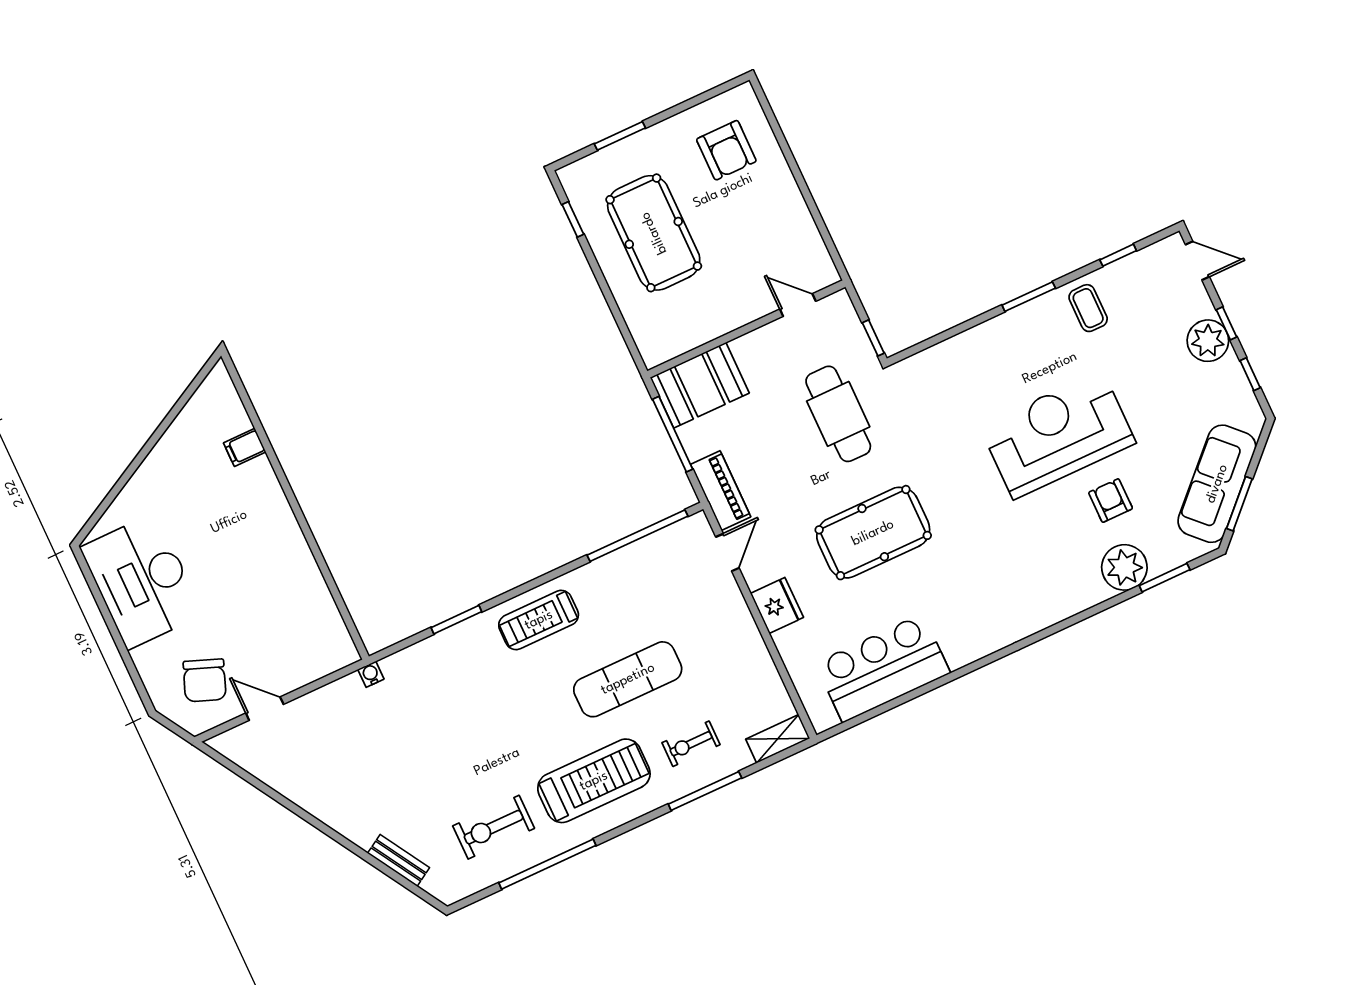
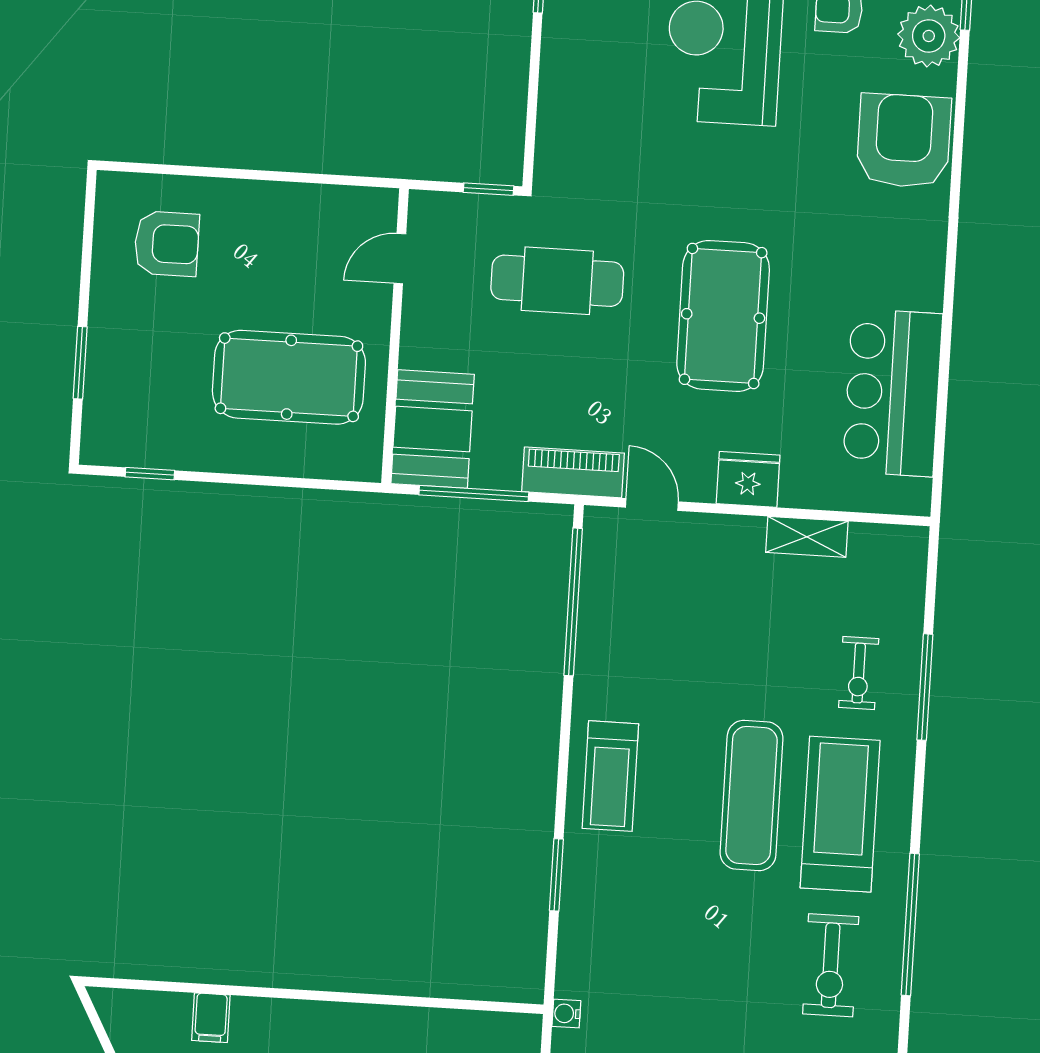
pool table: (654, 233) -> (289, 377), moved
armchair: (1048, 588) -> (904, 141), added
exercise mat: (628, 679) -> (752, 795), moved
shelving: (778, 739) -> (807, 537), moved, turned 90

